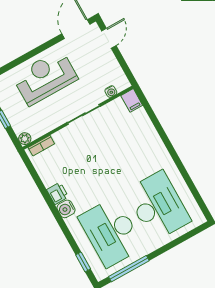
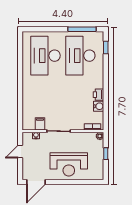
door: (109, 38) -> (20, 152), moved
filing cabinet: (132, 100) -> (40, 124), moved
water cooler: (66, 209) -> (99, 106), moved
desk: (111, 232) -> (80, 56), turned 180

